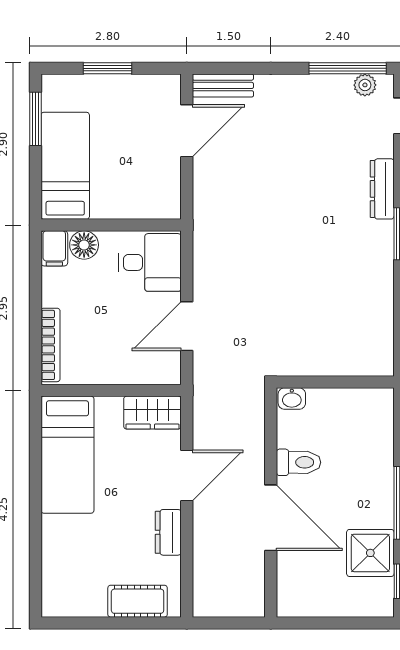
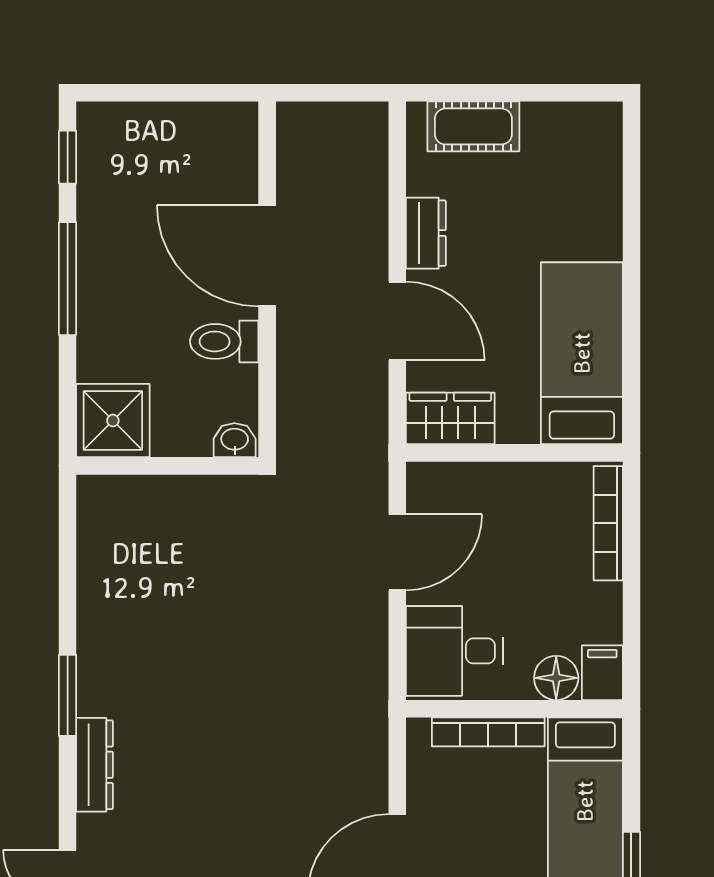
bookcase: (128, 210) -> (488, 732), added
door: (187, 476) -> (397, 321), swing flipped
shower: (370, 553) -> (113, 421), moved

